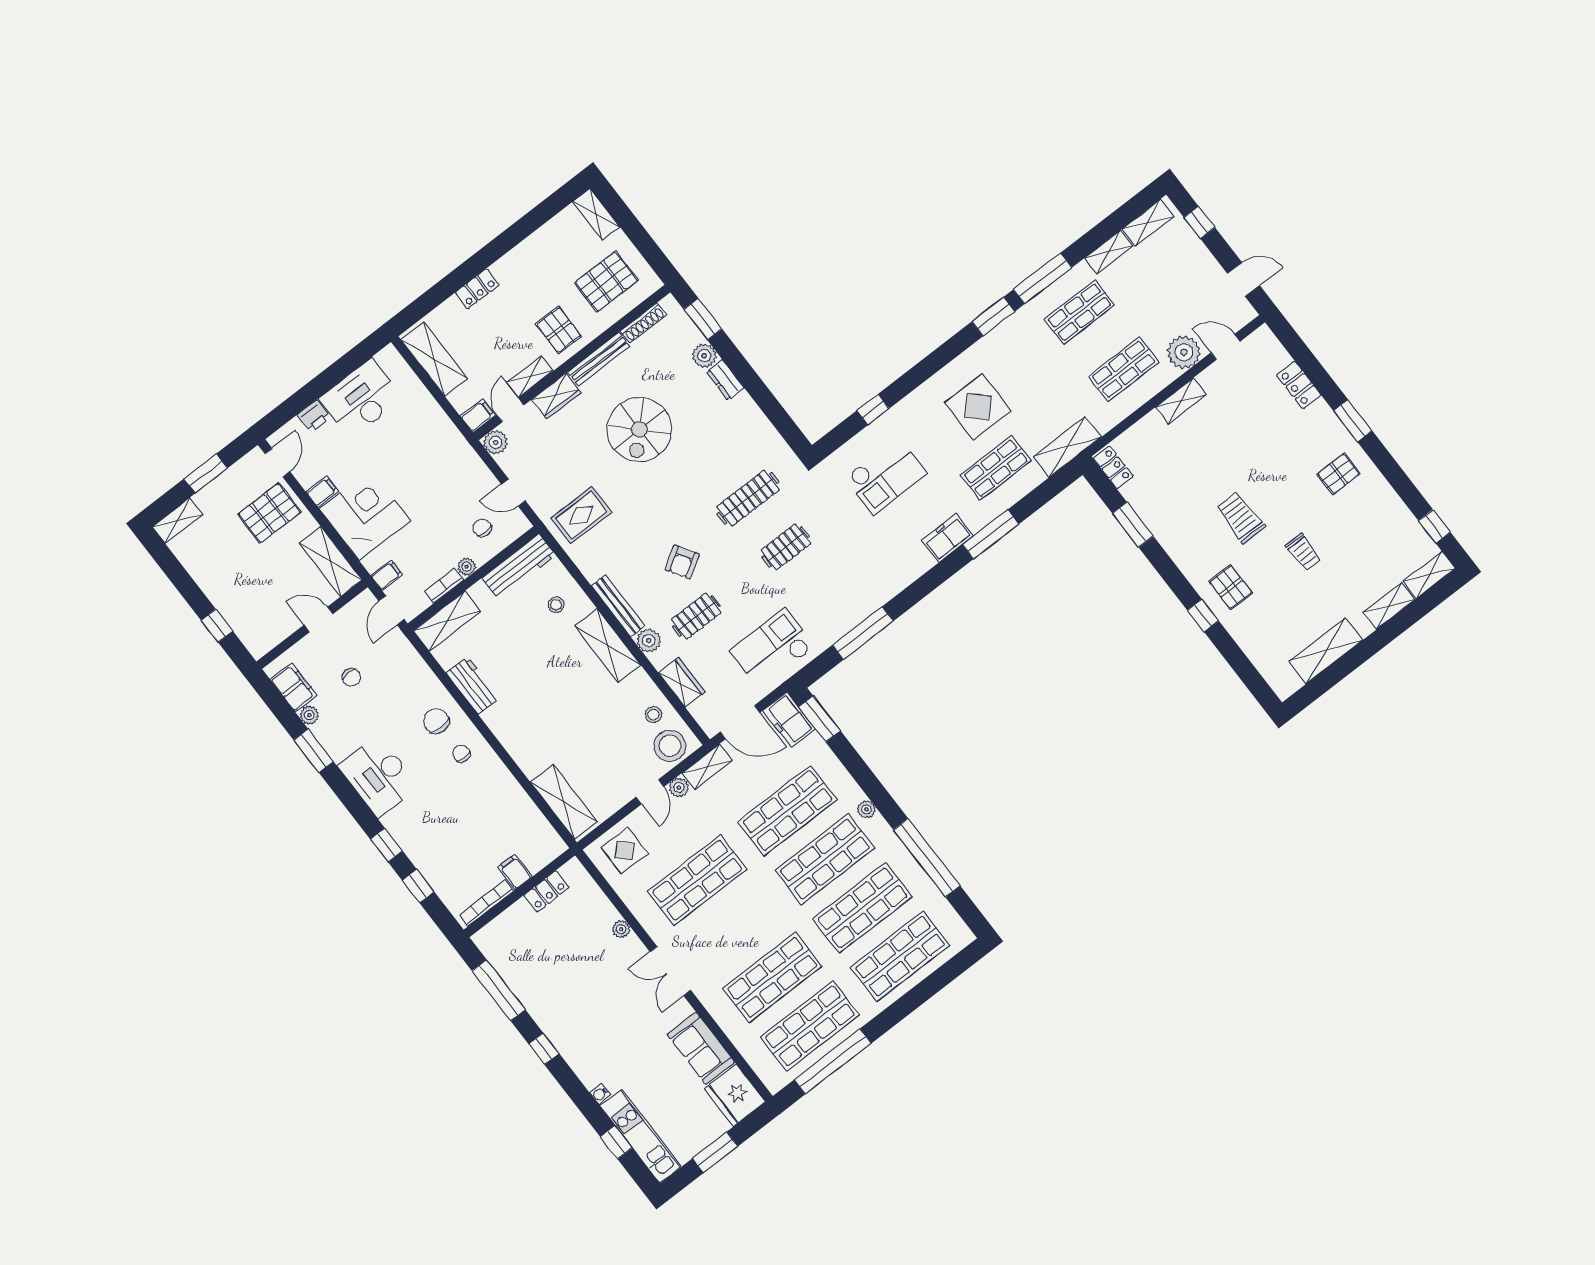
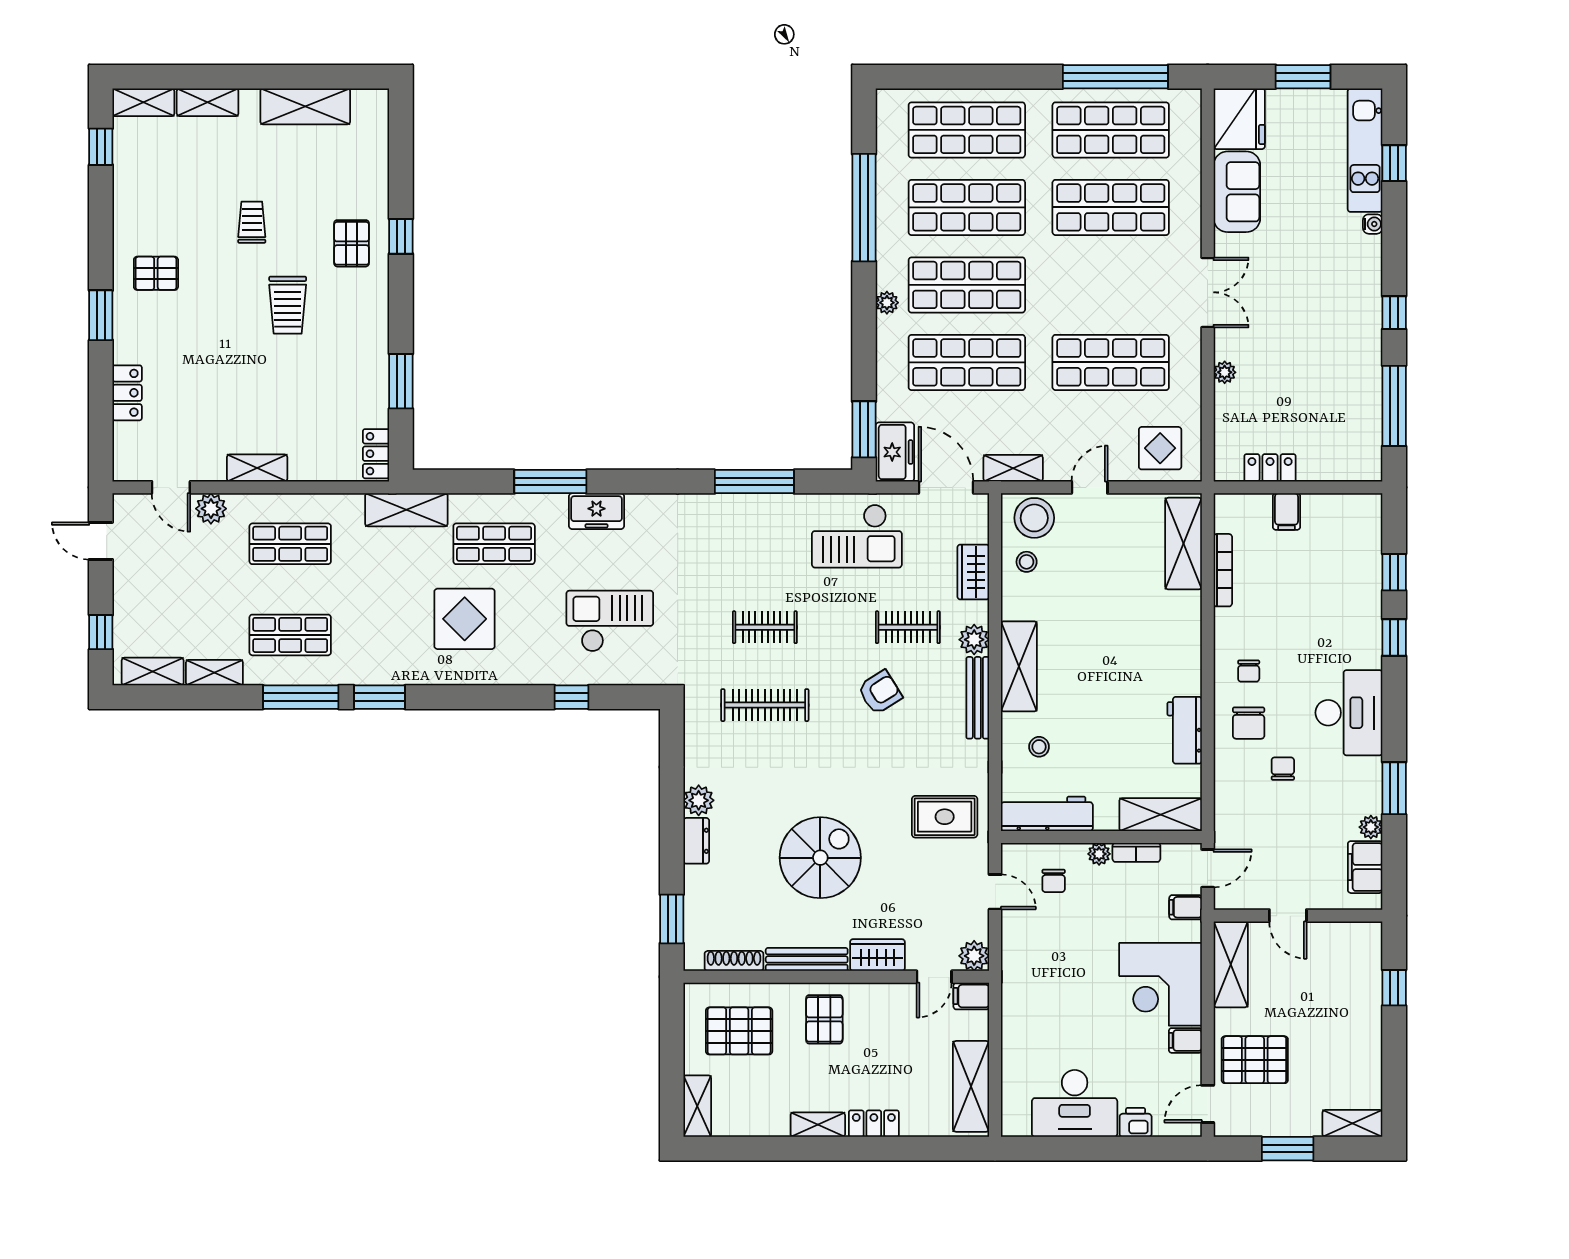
plant: (1184, 352) -> (211, 509), width x0.73, depth x0.73
plant: (704, 356) -> (699, 800), moved
shelving: (530, 377) -> (818, 1125), moved
chair: (351, 677) -> (1283, 769), moved
plant: (679, 787) -> (1057, 469), removed
bookcase: (487, 903) -> (1223, 570), moved, turned -90

